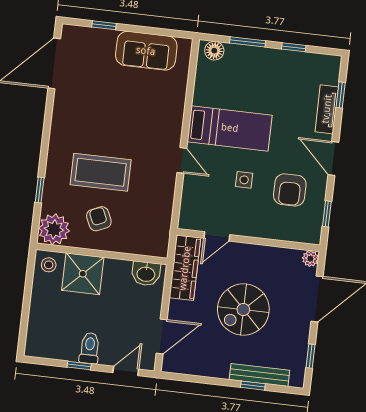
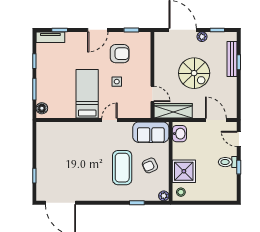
sofa: (146, 51) -> (151, 132), moved, turned 90
tv unit: (327, 109) -> (50, 37), moved
plant: (54, 229) -> (164, 196), width x0.53, depth x0.53
plant: (310, 259) -> (202, 37), moved

